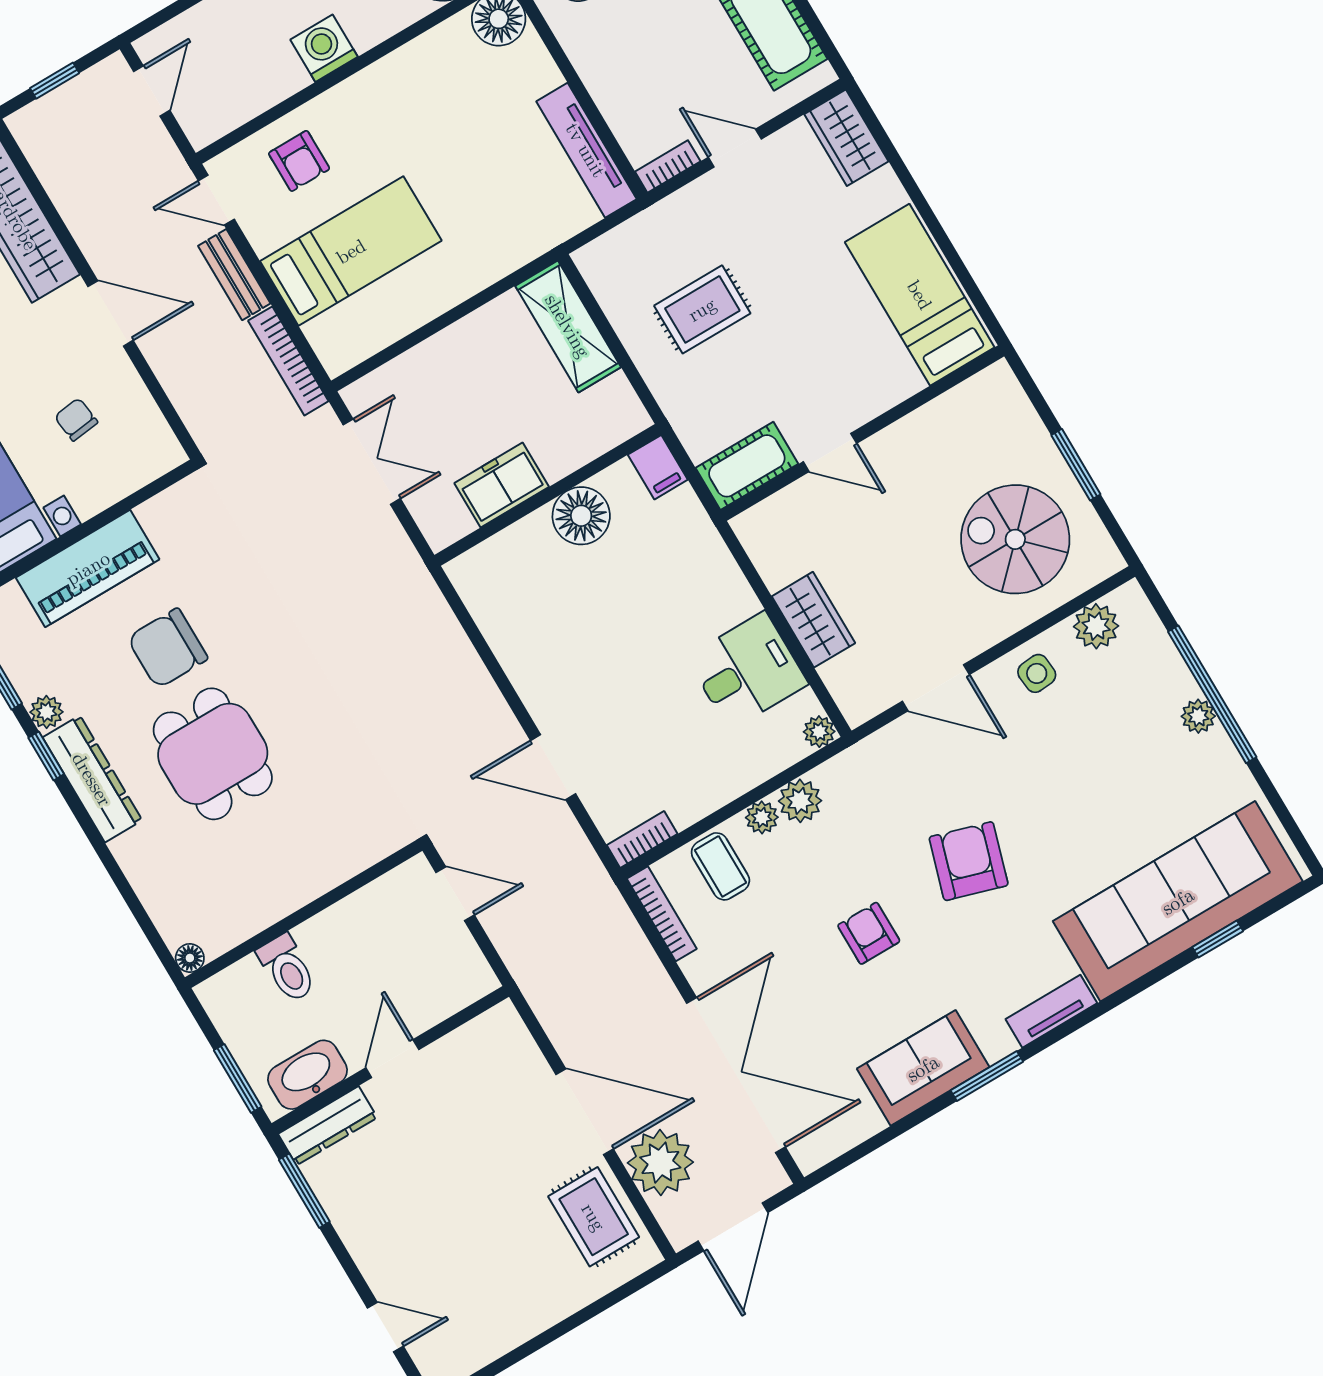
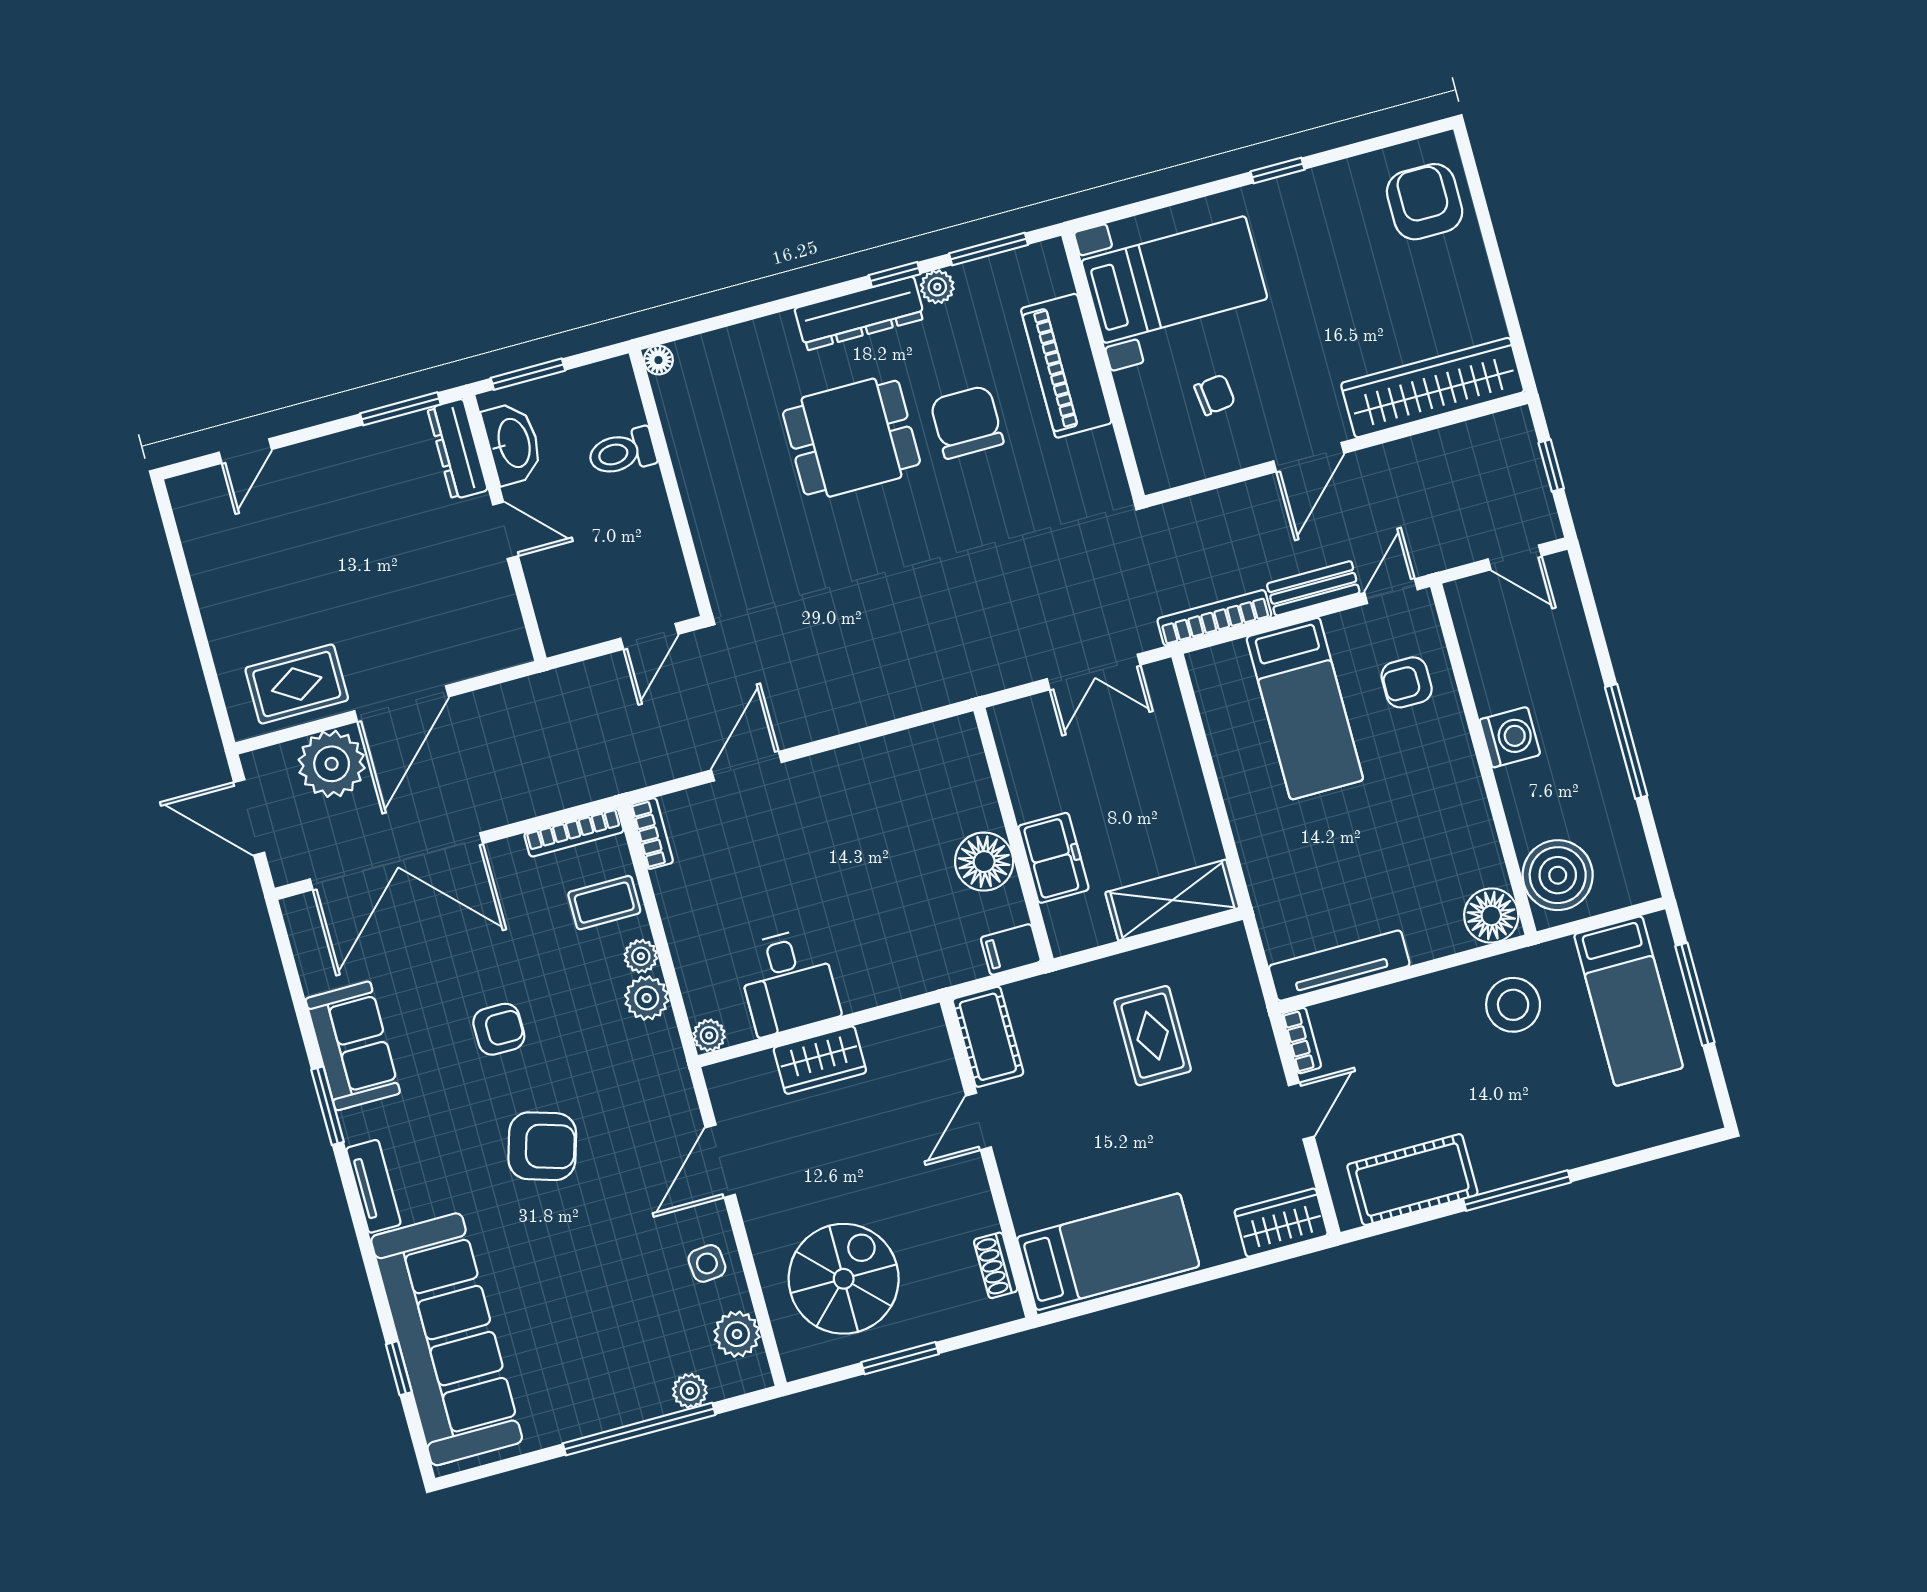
shoe rack: (962, 398) -> (996, 1265), added
freezer: (502, 485) -> (1053, 858), moved
plant: (1198, 716) -> (690, 1391), moved

